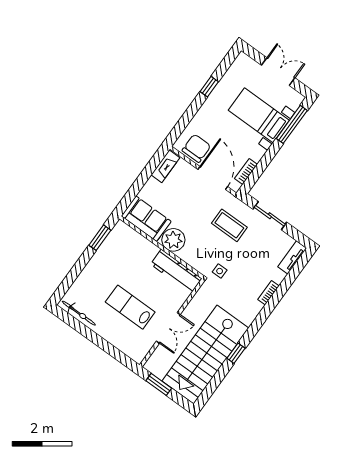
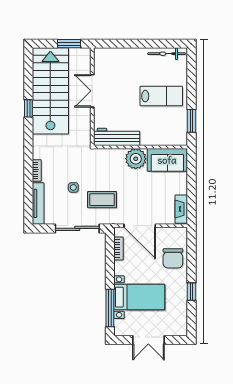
chair: (196, 148) -> (173, 258), moved
sliding door: (270, 216) -> (77, 228), width x1.37
tv unit: (292, 257) -> (38, 203), width x1.41
side table: (220, 271) -> (73, 187), moved
lab bench: (130, 307) -> (161, 96), moved

